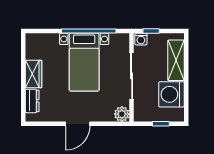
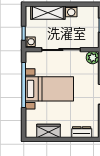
wardrobe: (34, 74) -> (49, 131), moved
washing machine: (171, 94) -> (71, 11), width x0.53, depth x0.53

